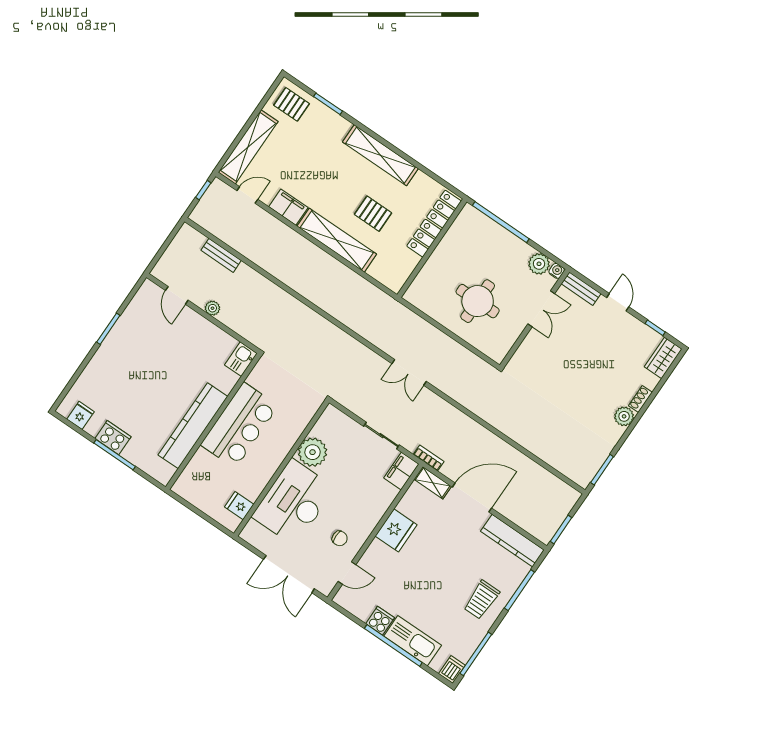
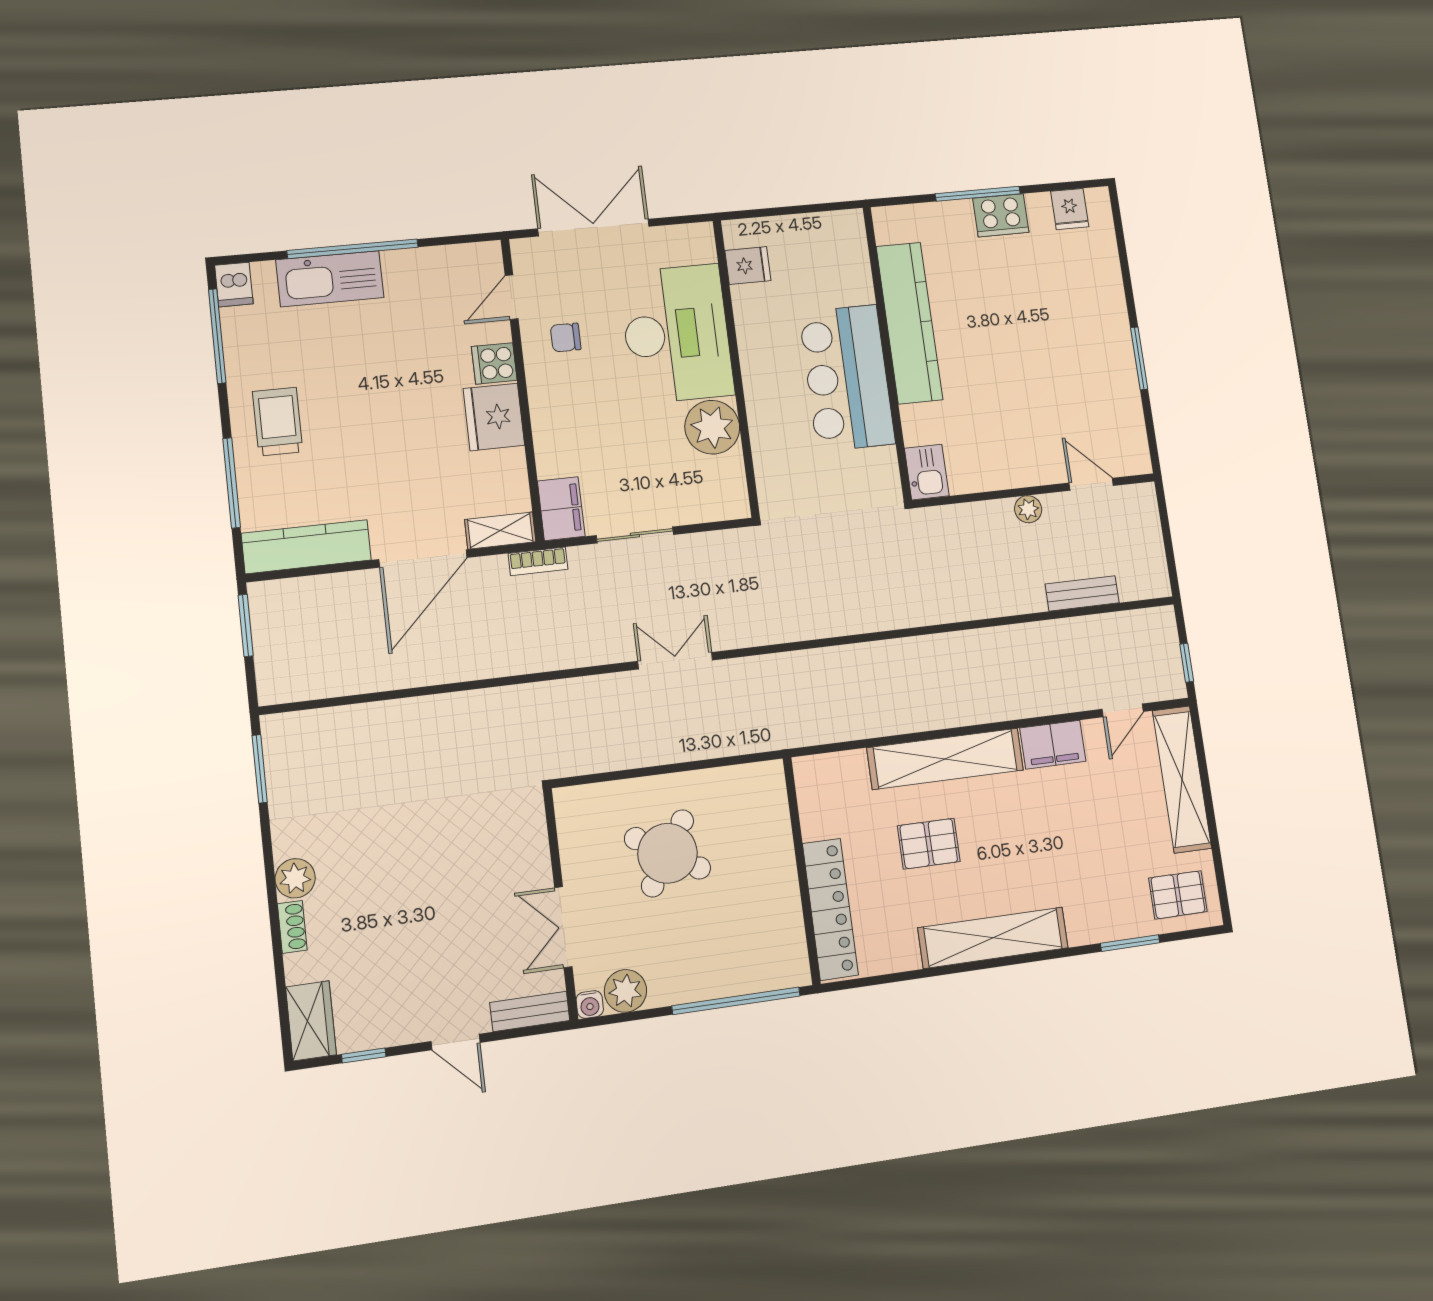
round table: (478, 301) -> (668, 853), turned 32
cooker: (380, 621) -> (494, 363), moved, turned 90

